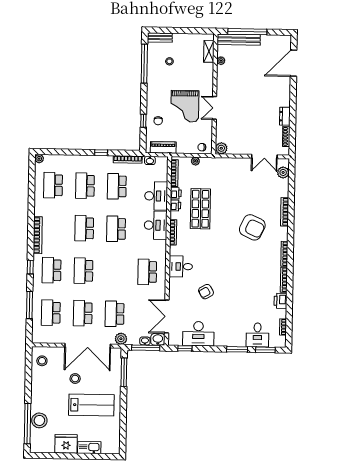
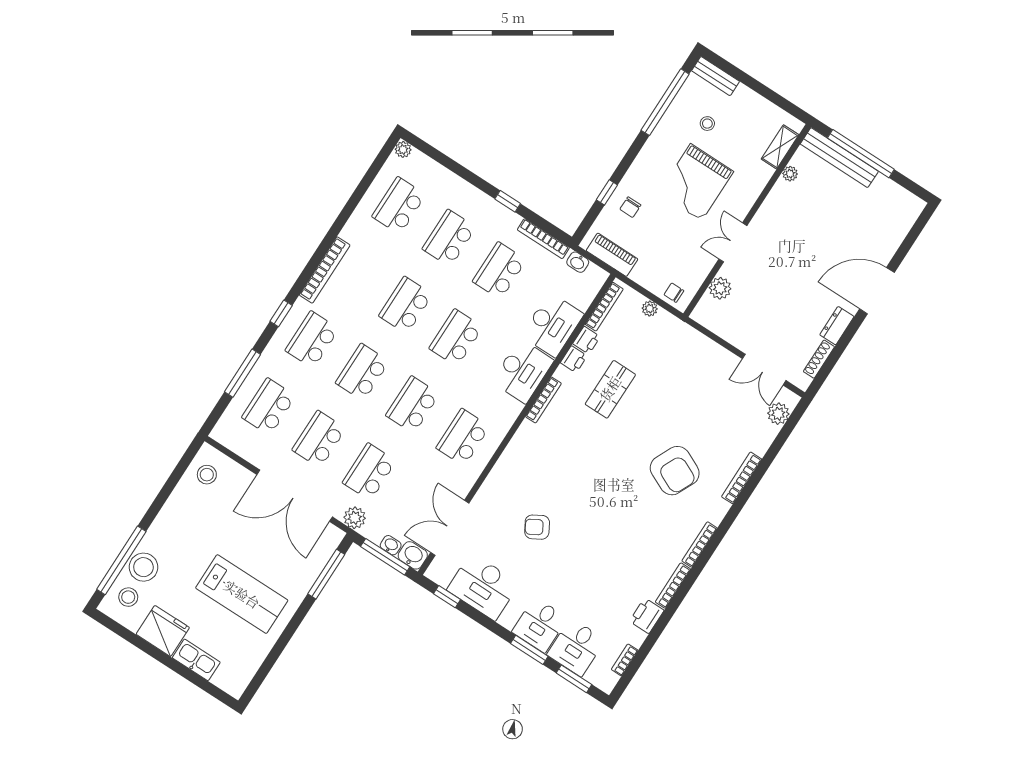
door: (294, 63) -> (877, 291), moved
grand piano: (185, 106) -> (696, 182), moved
plant: (221, 148) -> (720, 288), moved
shop shelf: (200, 209) -> (610, 389), width x0.70, depth x0.74
desk: (181, 267) -> (540, 625), moved, turned -90
school desk: (115, 271) -> (413, 405), added
stool: (75, 379) -> (128, 597), moved

